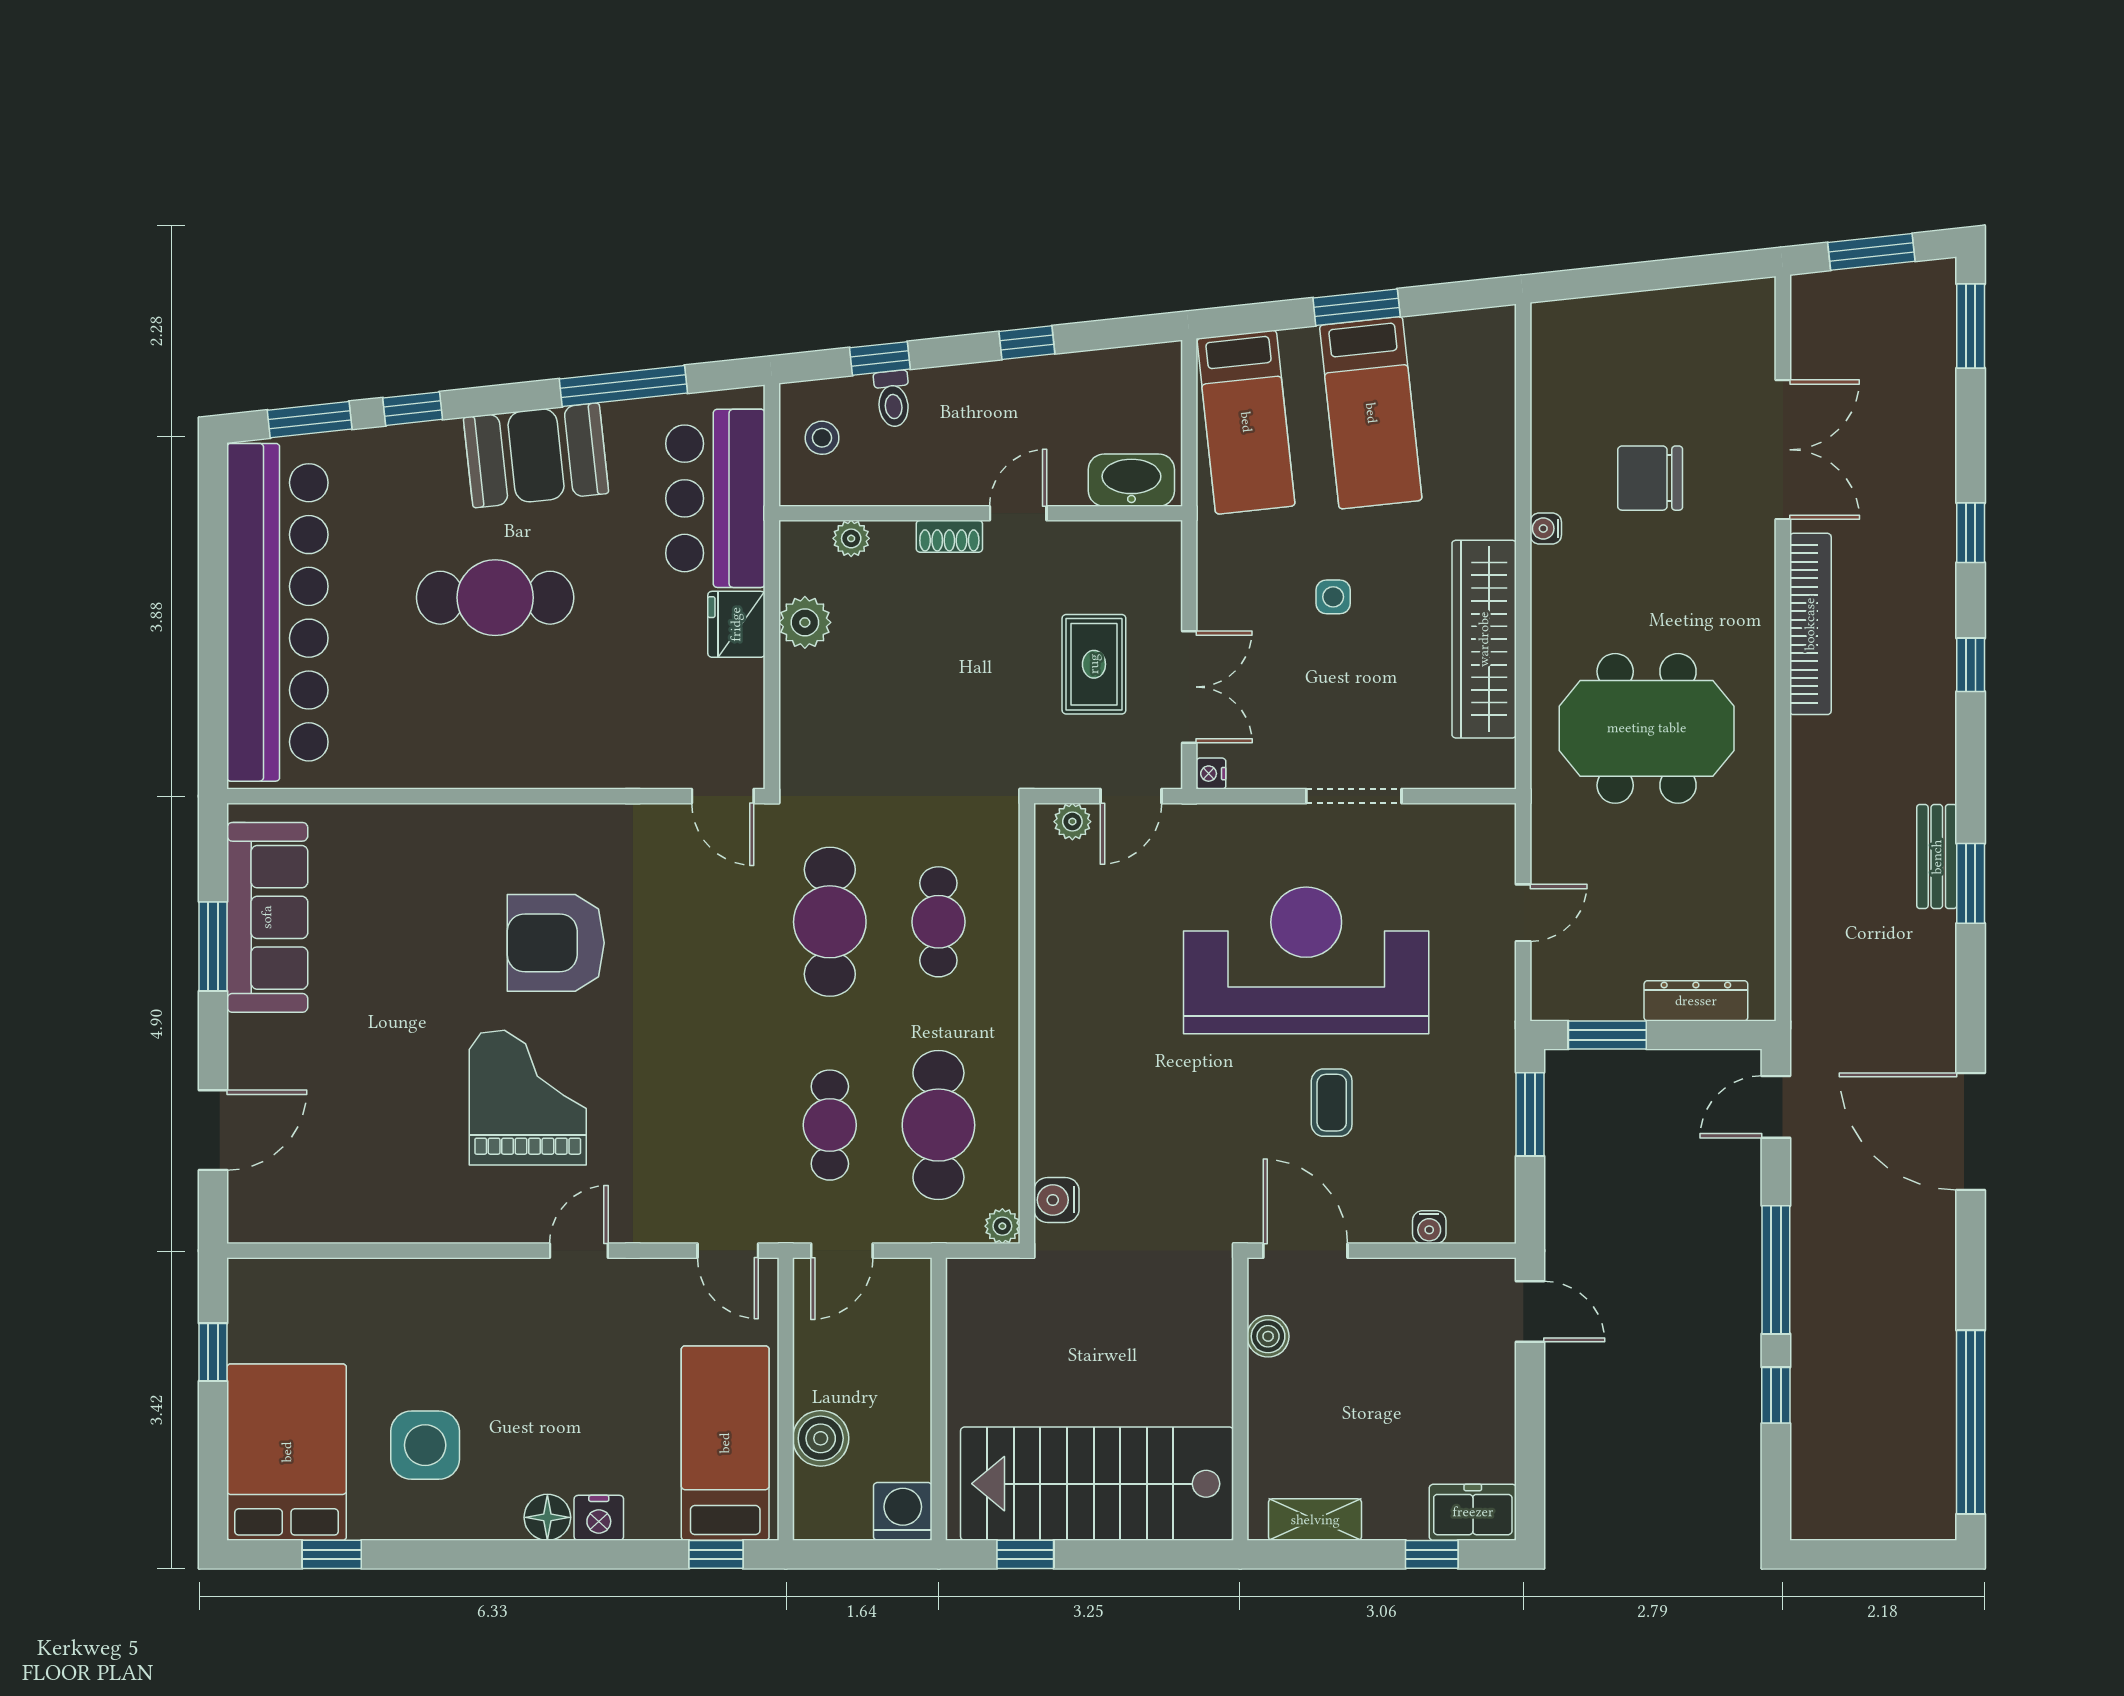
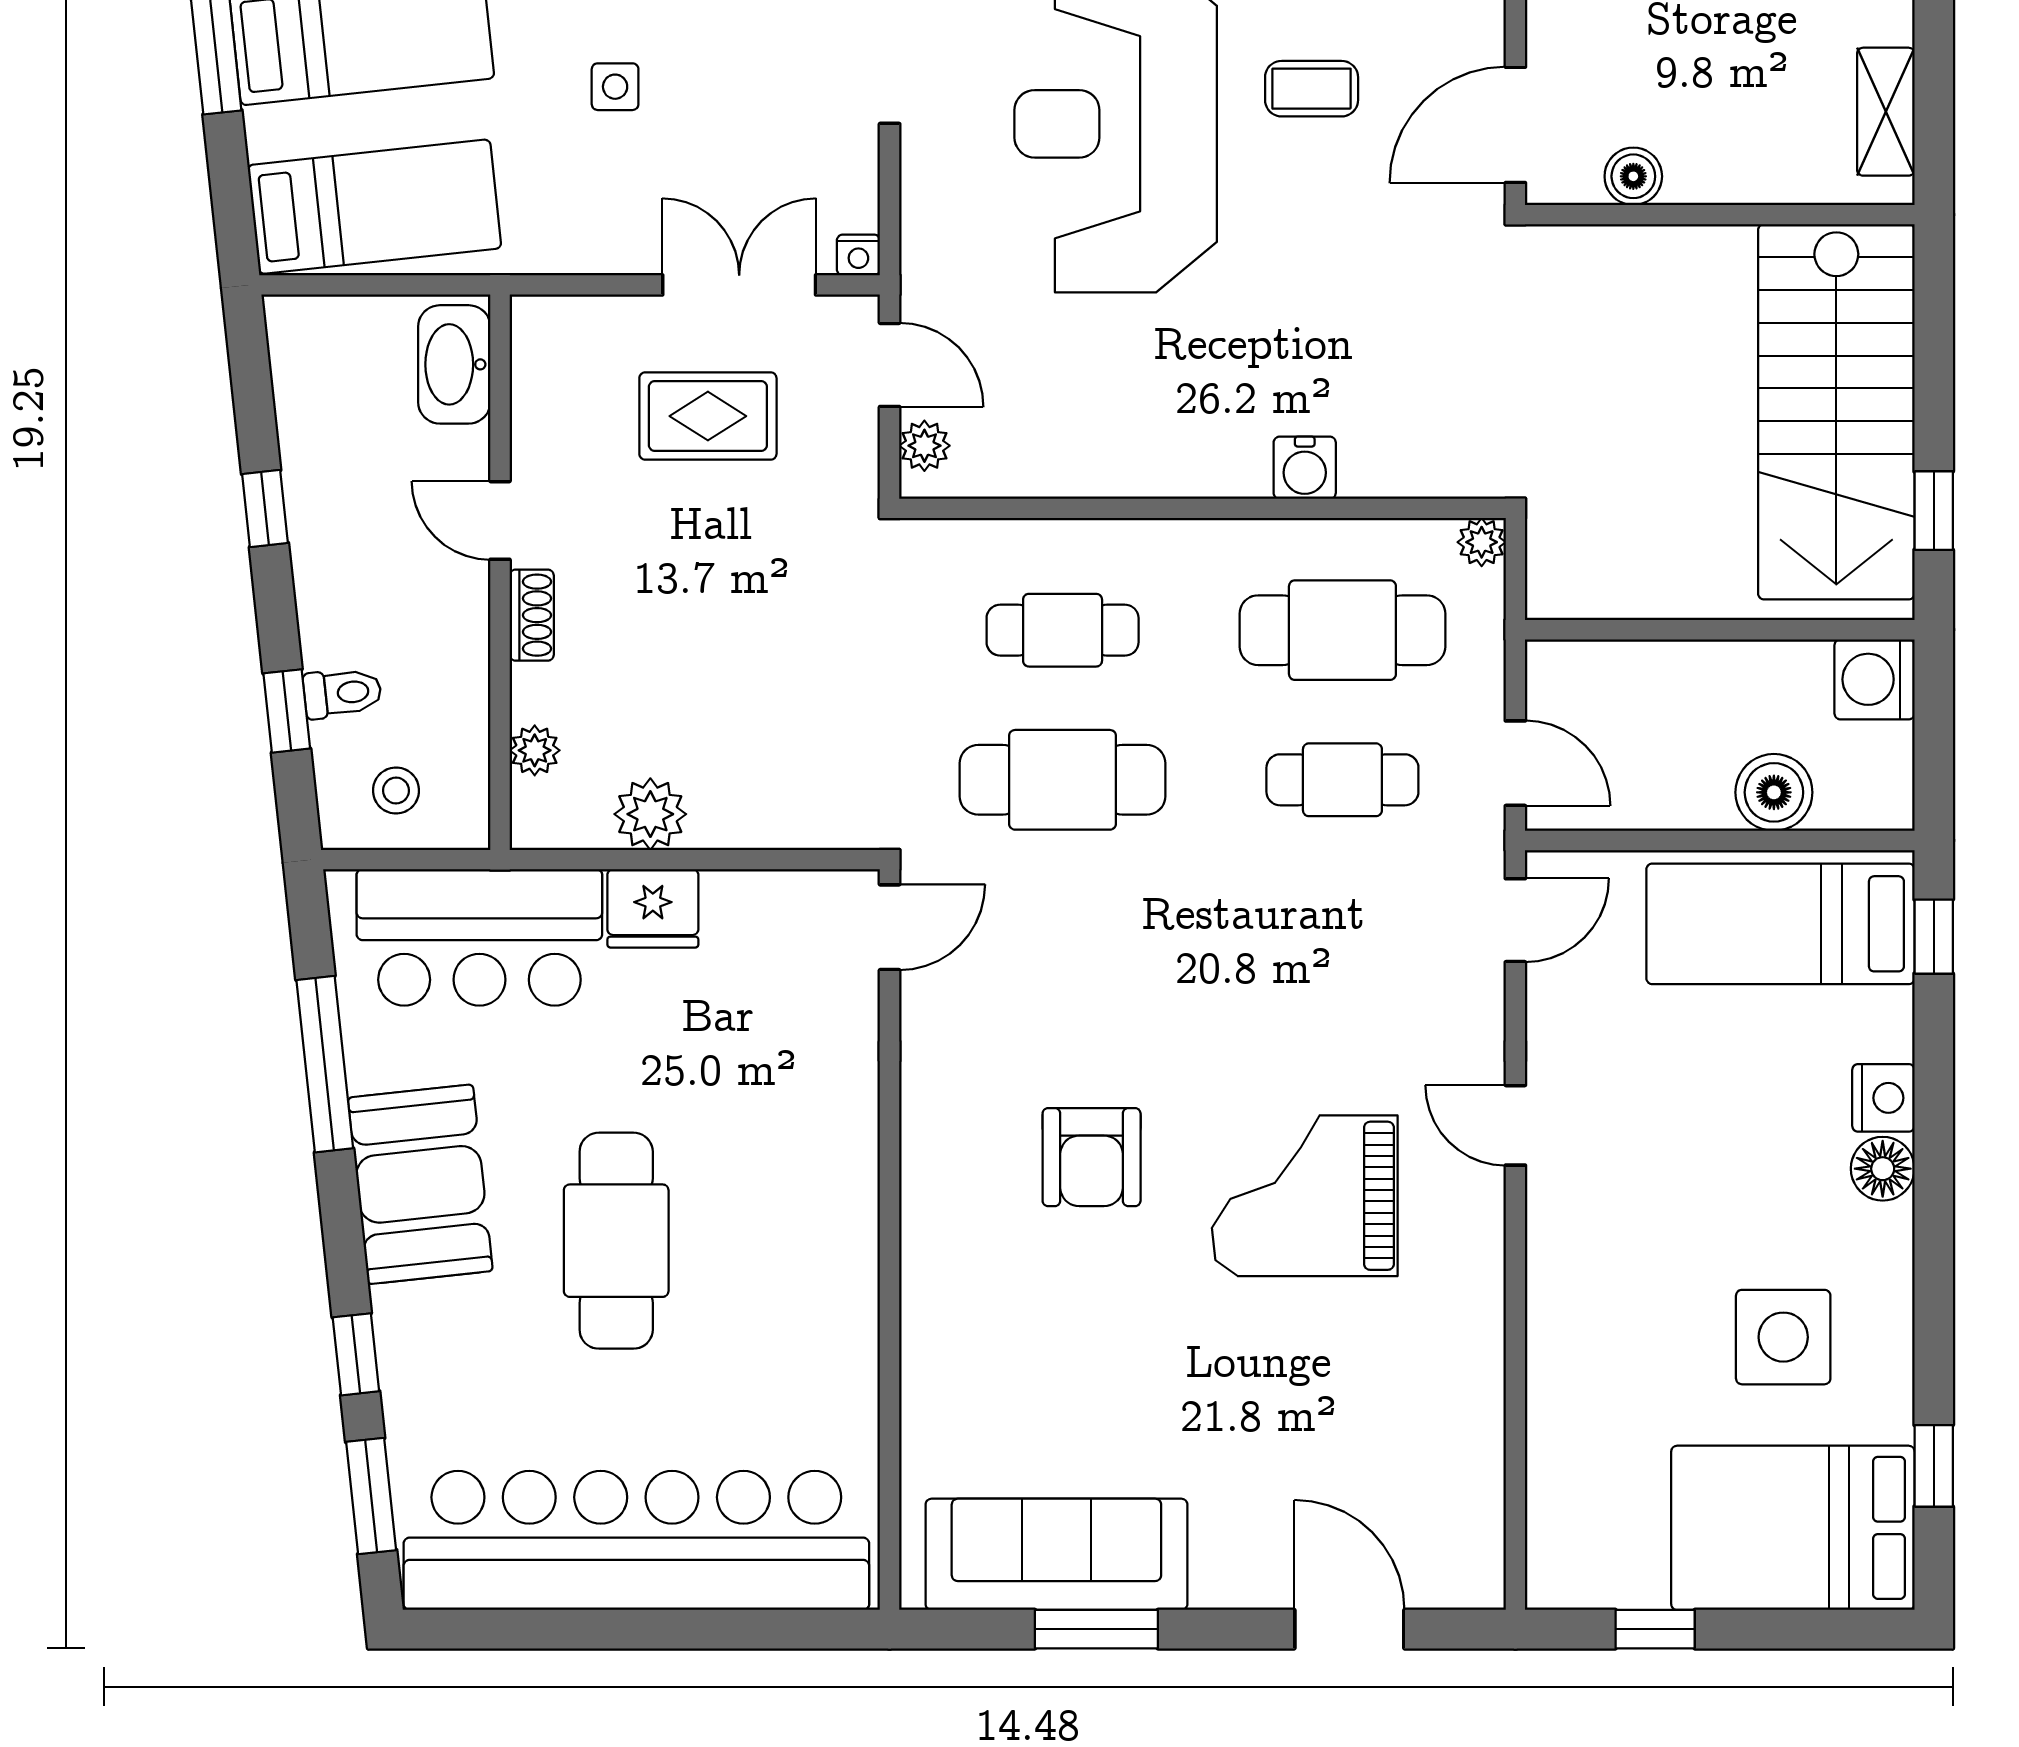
armchair: (556, 943) -> (1092, 1157), width x0.73, depth x0.73
water cooler: (1056, 1200) -> (1305, 468), moved

